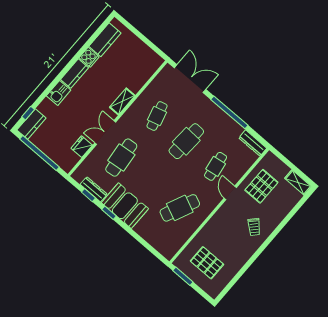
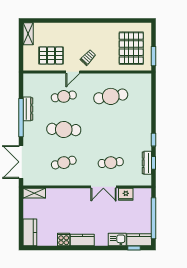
kitchen counter: (105, 40) -> (30, 232), moved, turned 90
kitchen sink: (59, 93) -> (117, 239), moved
shelving: (122, 101) -> (34, 193), moved
dresser: (253, 143) -> (28, 109), moved
cafe table: (121, 158) -> (111, 163), width x0.73, depth x0.74
booth: (125, 206) -> (140, 133), removed
cafe table: (180, 208) -> (111, 96), turned -33
trolley: (254, 227) -> (88, 58), moved
pallet: (207, 263) -> (131, 48), width x1.37, depth x1.41

